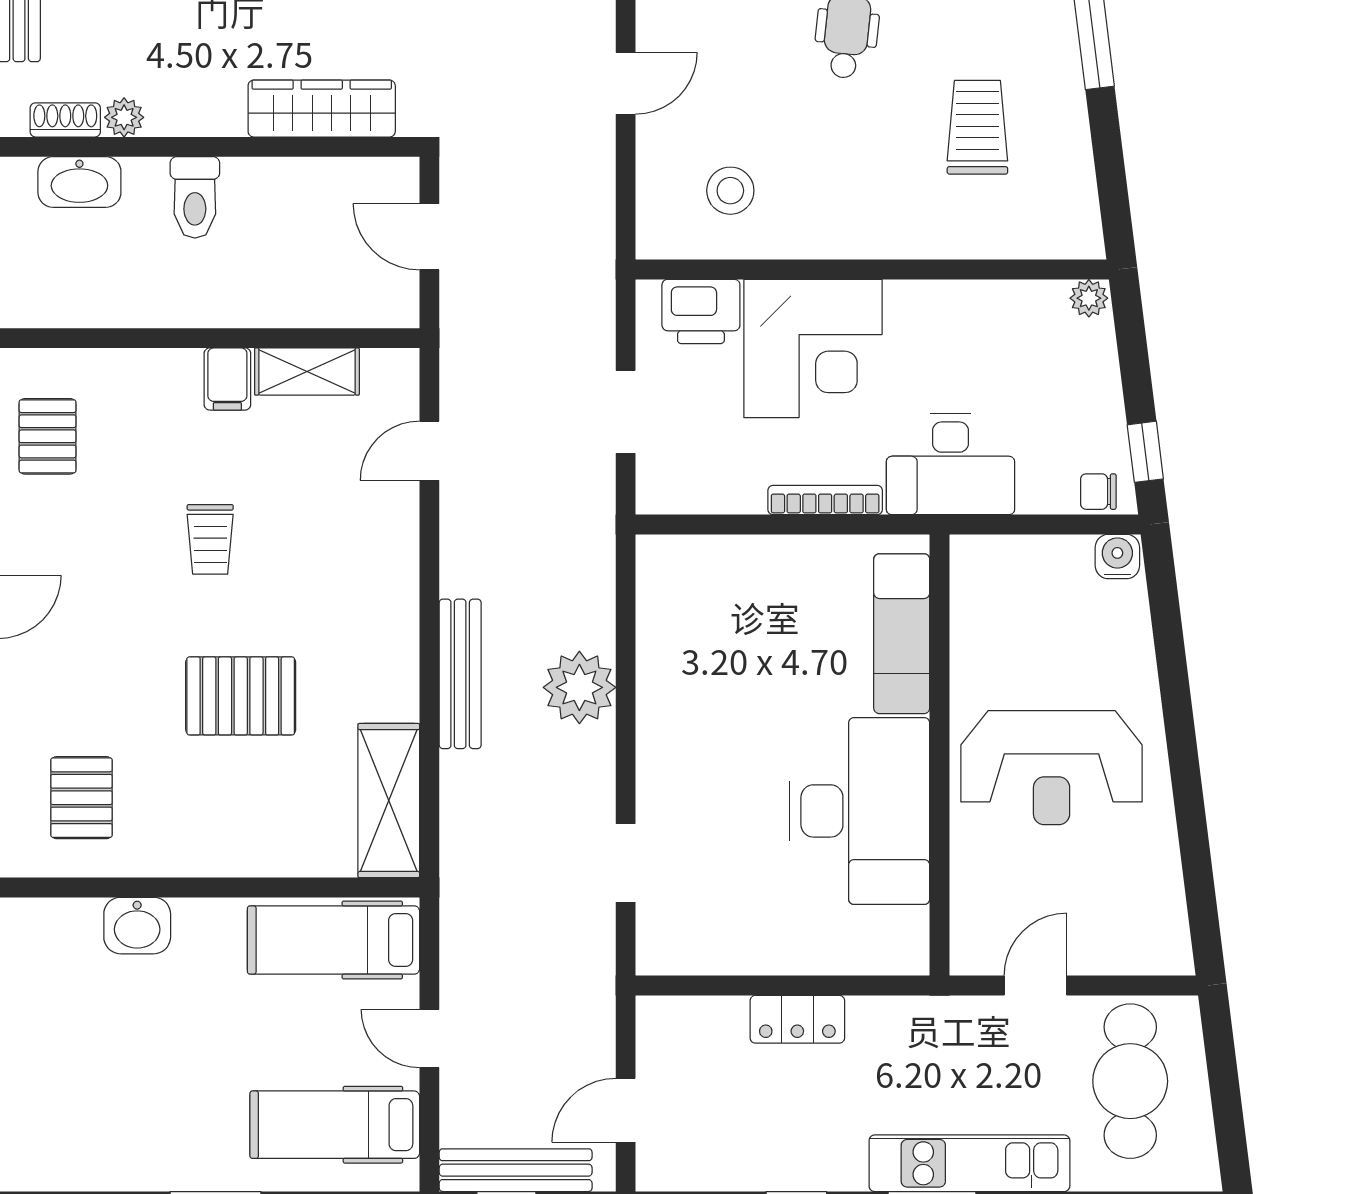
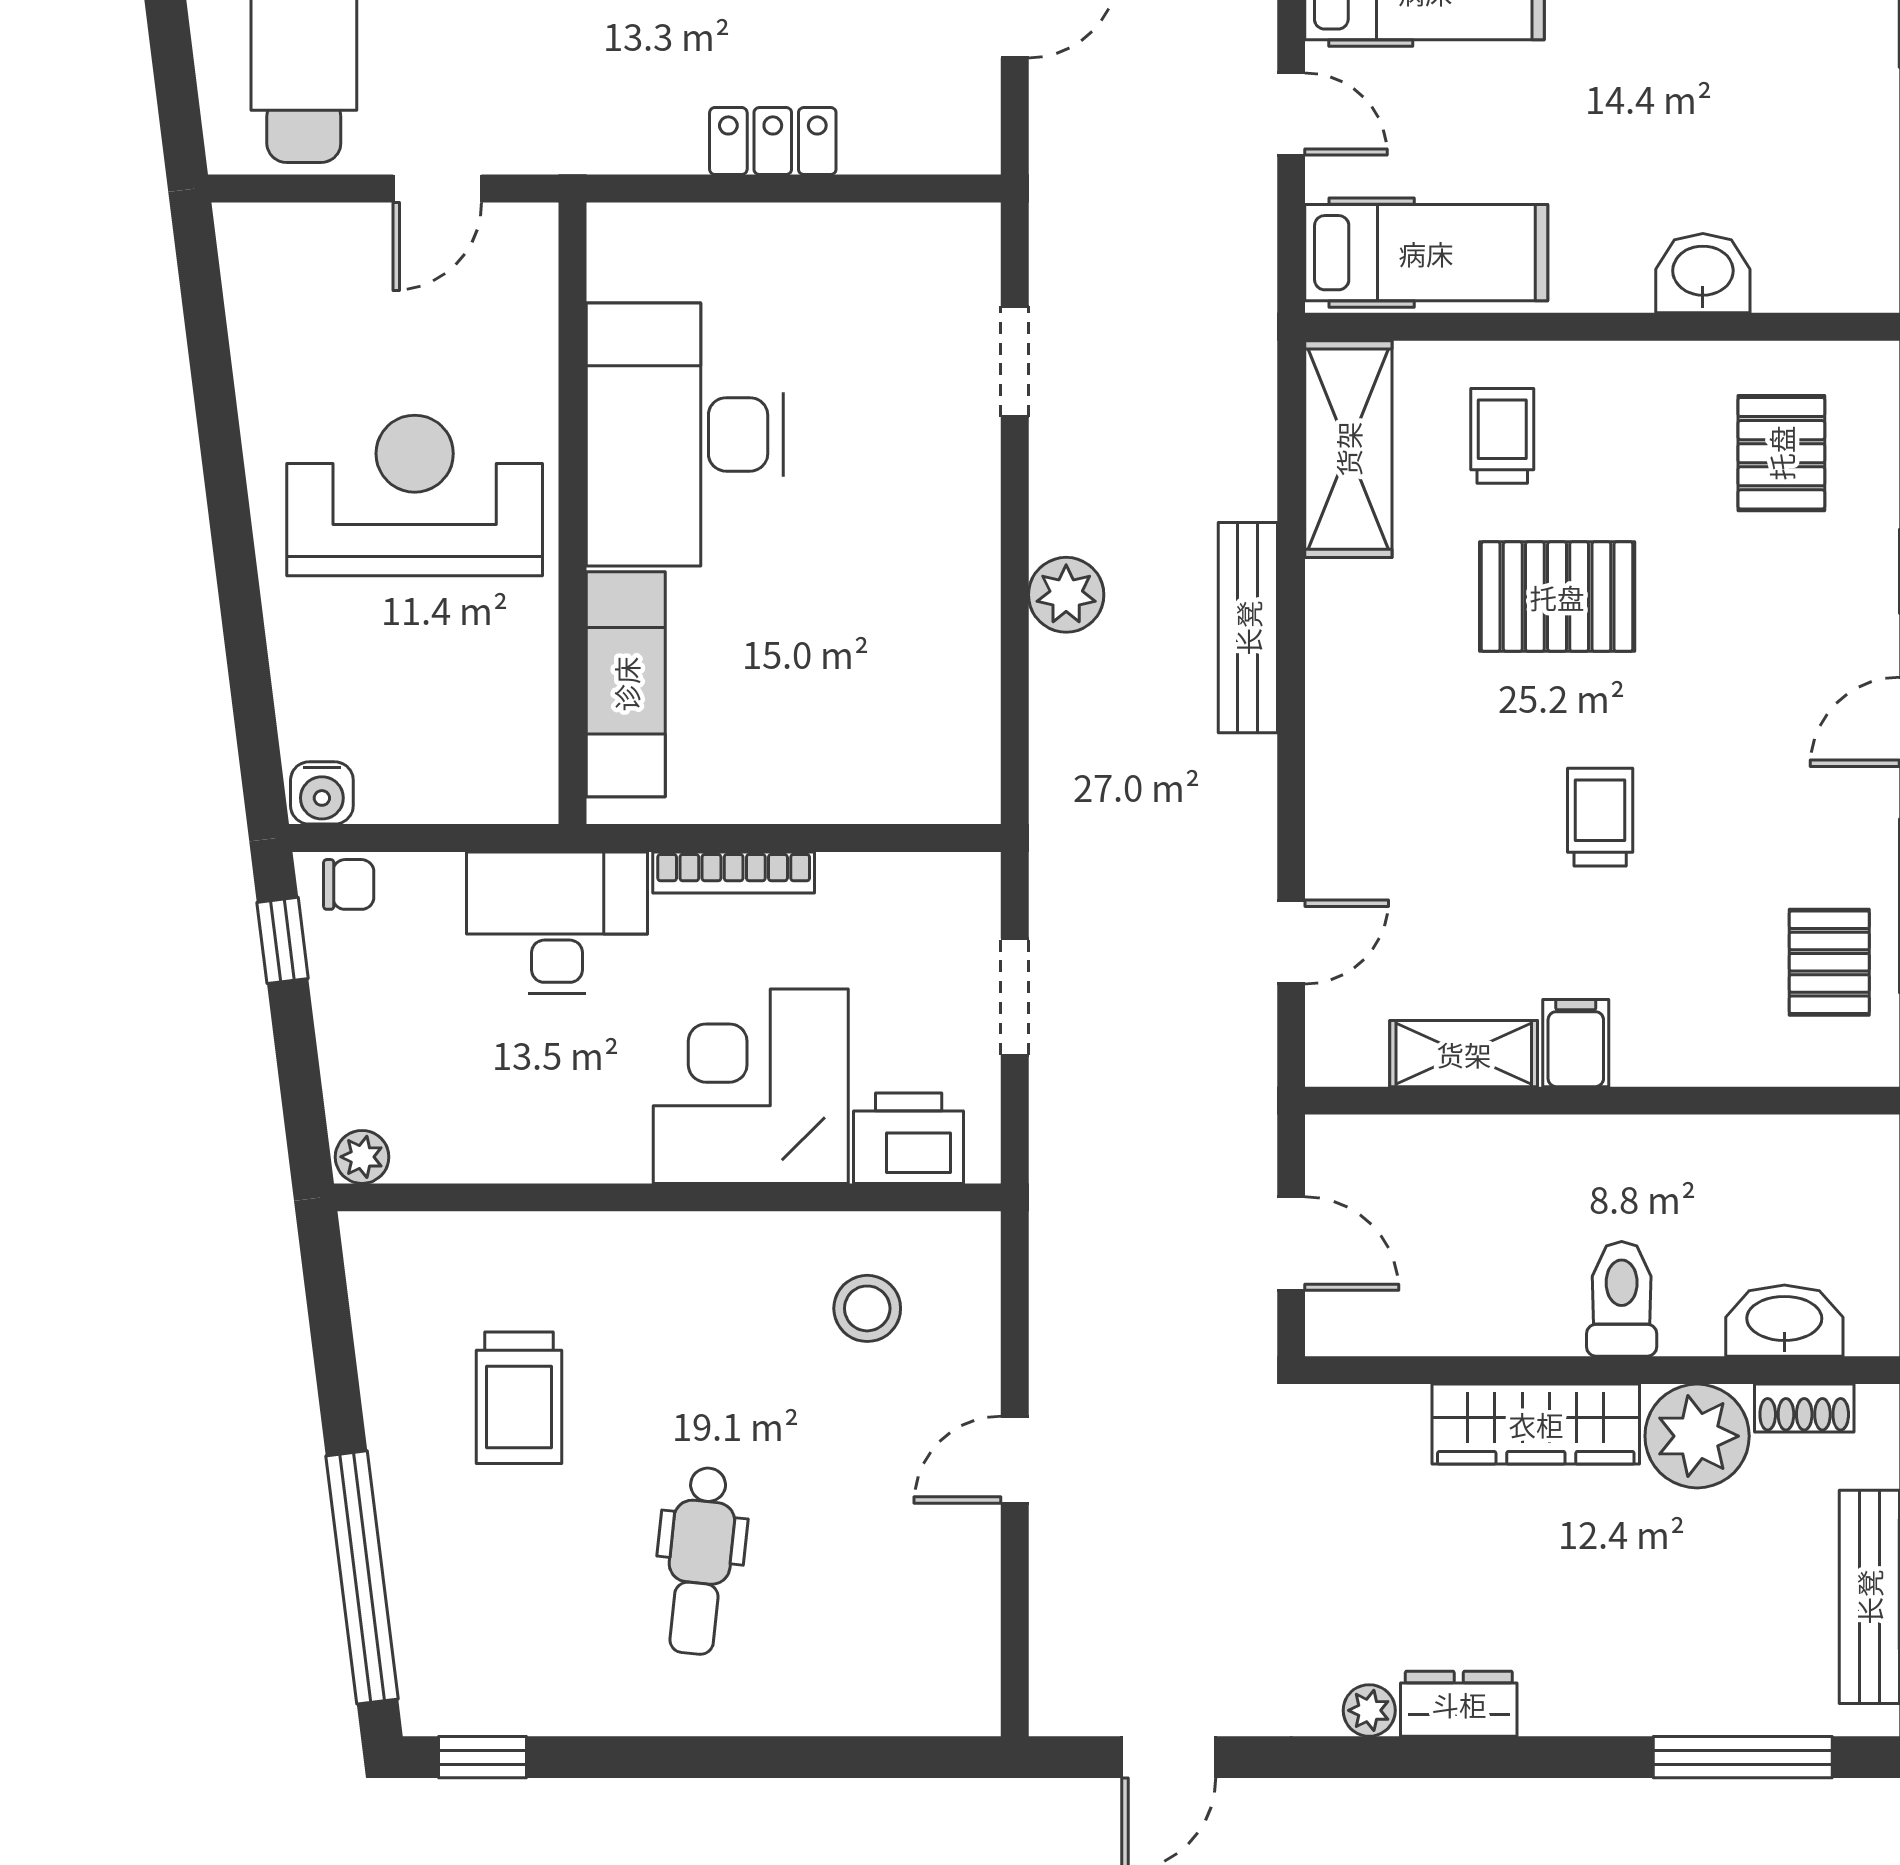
wardrobe: (322, 109) -> (1536, 1424), moved
plant: (124, 117) -> (1697, 1436), width x1.88, depth x1.88
plant: (579, 687) -> (1066, 595), width x0.73, depth x0.73
trolley: (280, 810) -> (1502, 436), added

